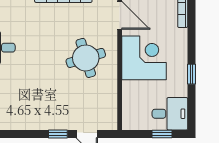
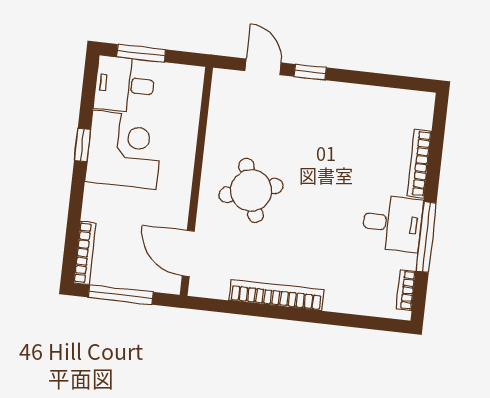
corner desk: (144, 58) -> (124, 150), moved, turned 180
window: (162, 134) -> (141, 53), width x1.50

